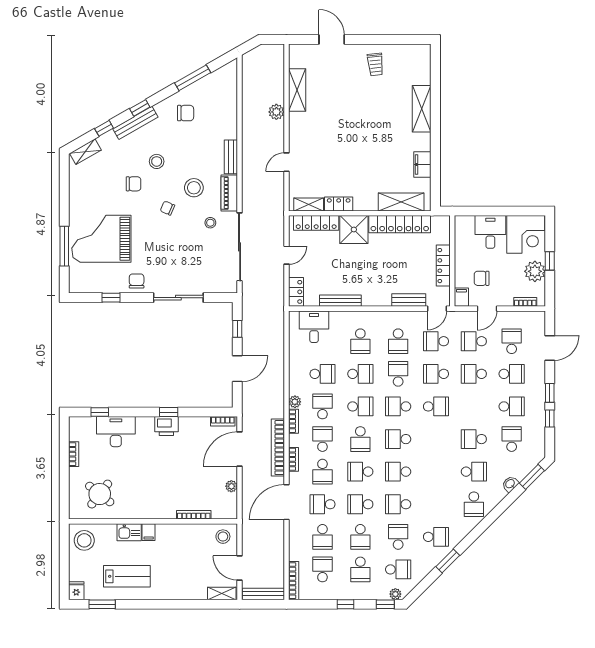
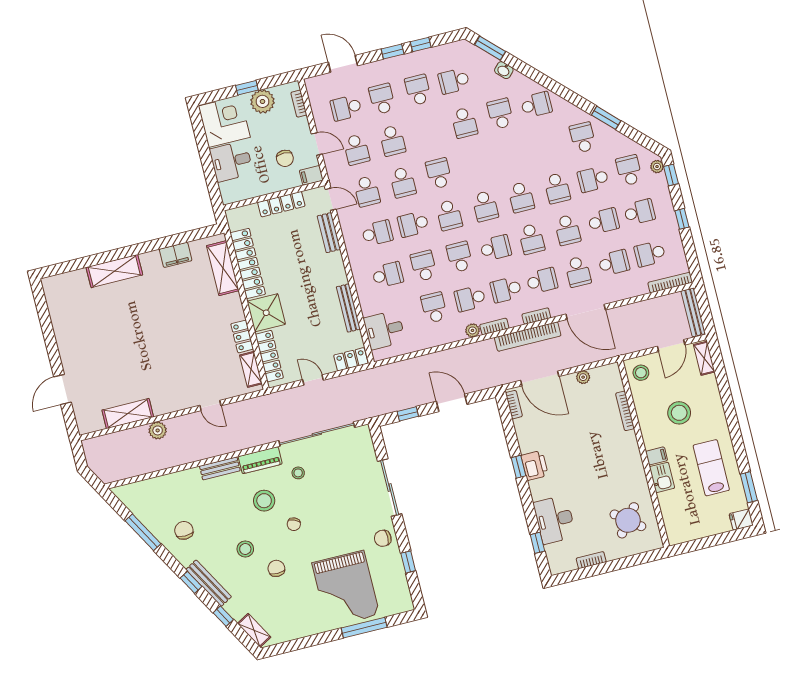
trolley: (375, 64) -> (78, 334), removed
stool: (84, 540) -> (679, 413), moved

